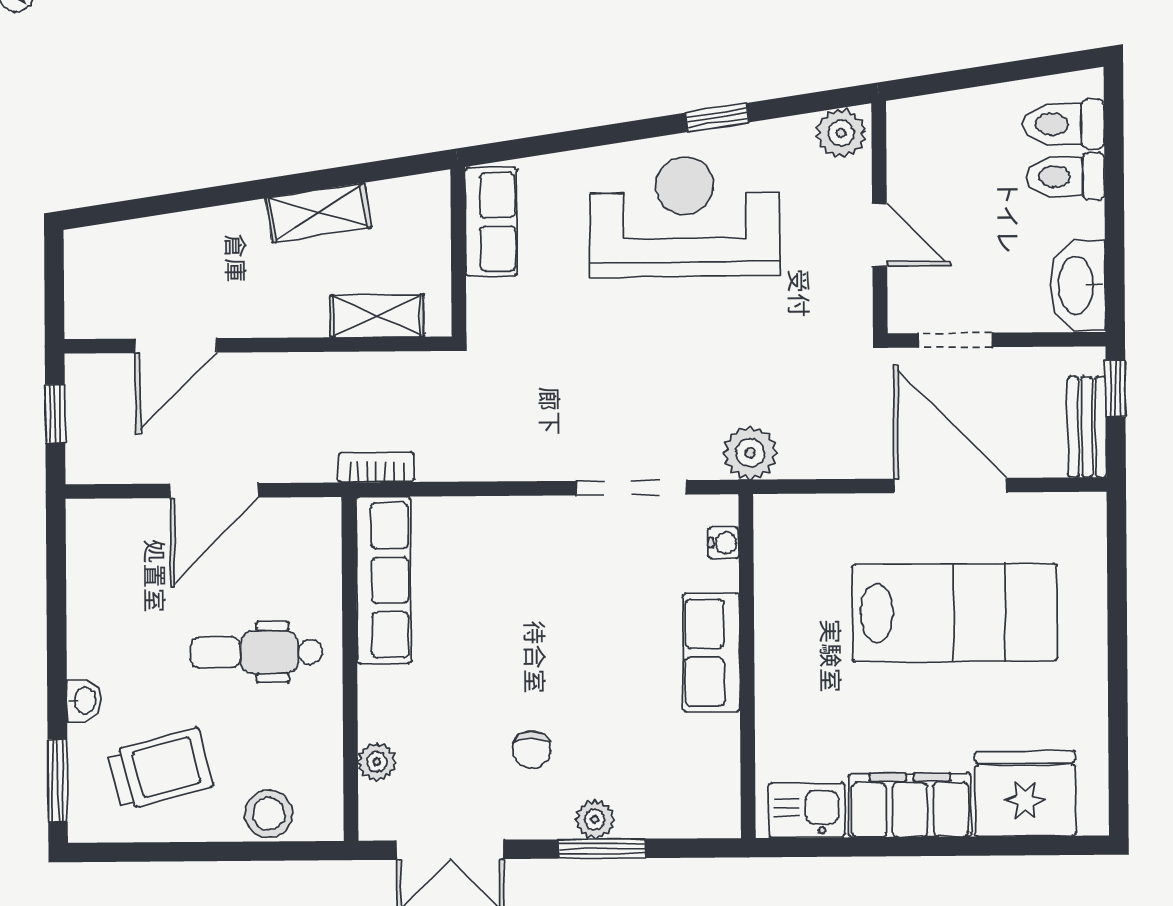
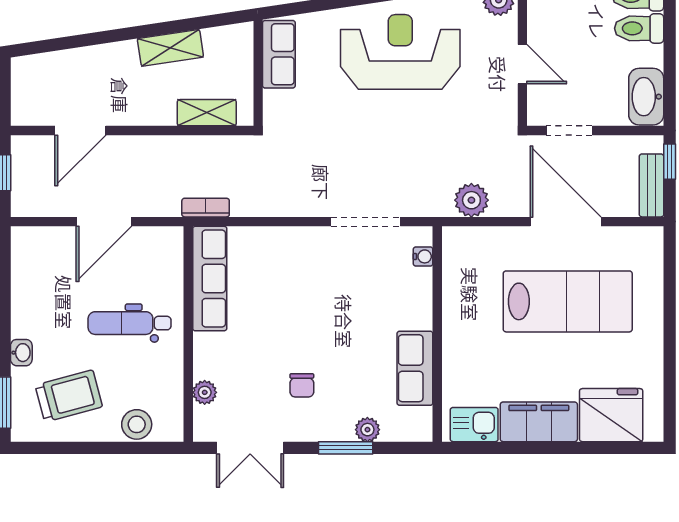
plant: (750, 453) -> (471, 200), moved
row of seats: (711, 653) -> (415, 368), moved
plant: (595, 820) -> (367, 430), moved

